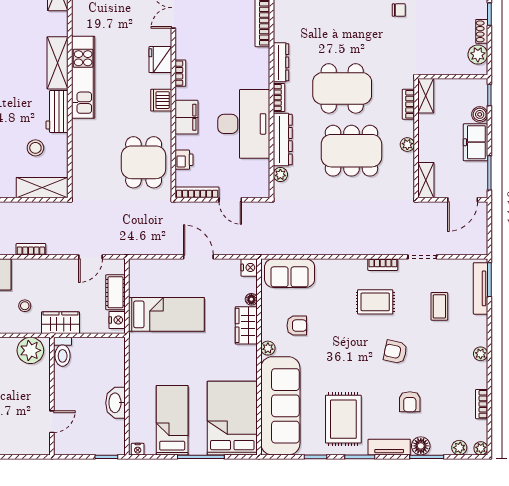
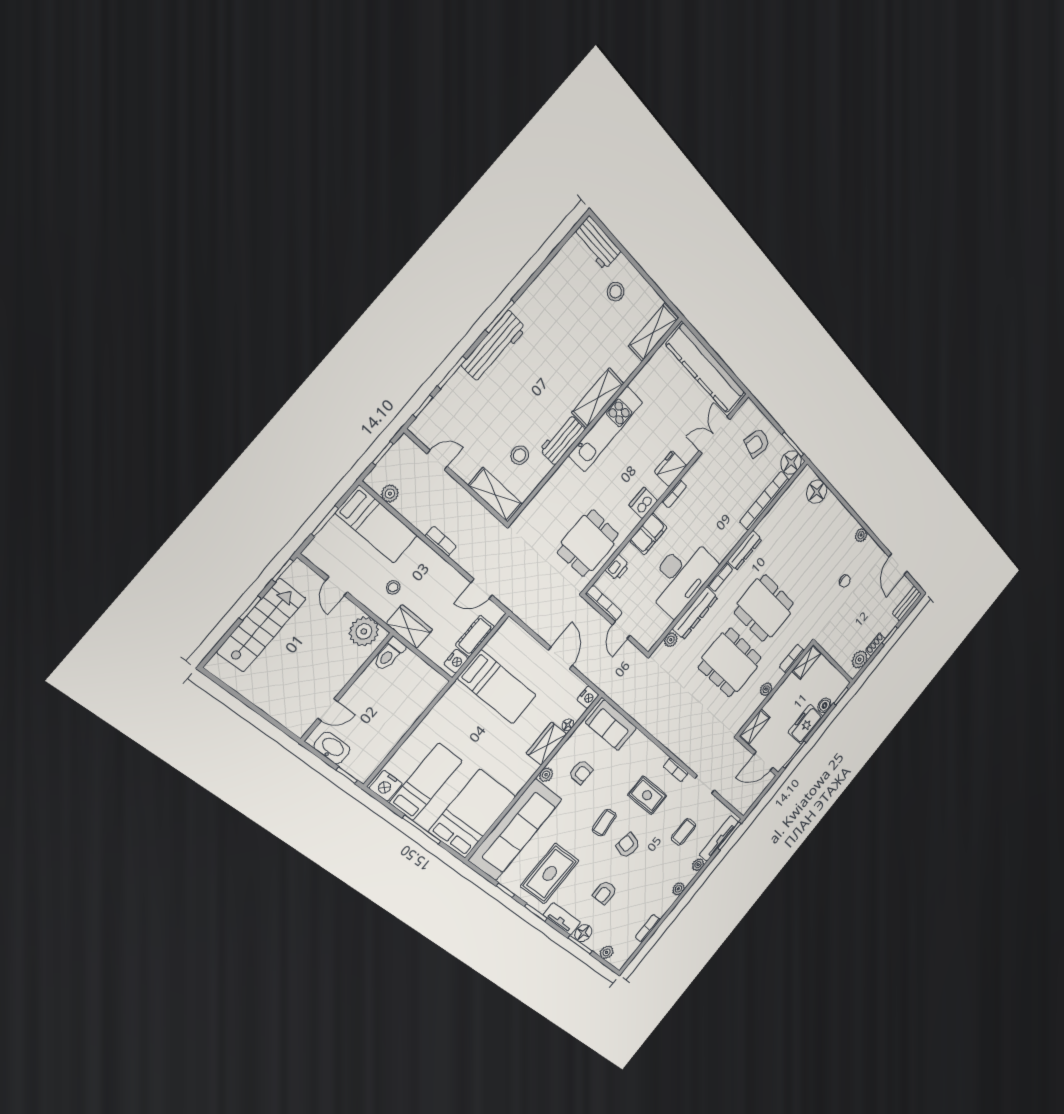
coffee table: (356, 349) -> (604, 823), added
washbasin: (116, 403) -> (332, 748), moved, turned 90
plant: (481, 448) -> (698, 865), moved
nightstand: (138, 449) -> (386, 786), width x1.89, depth x1.79

